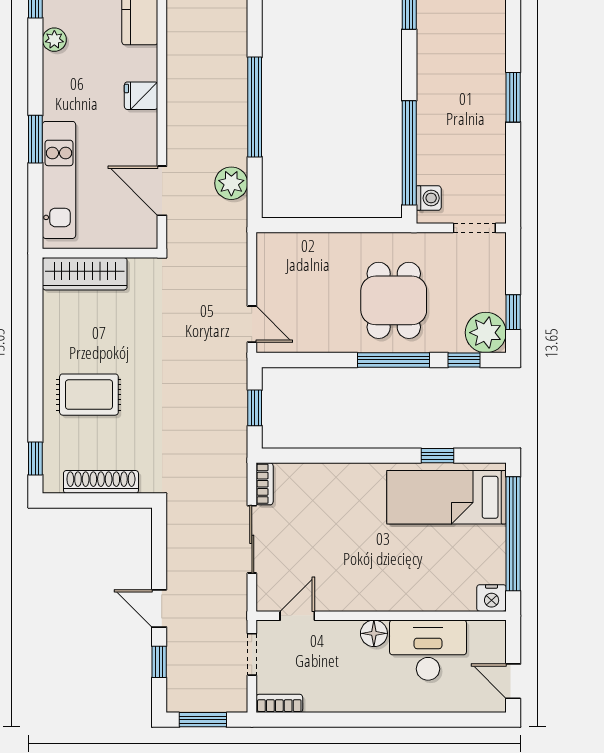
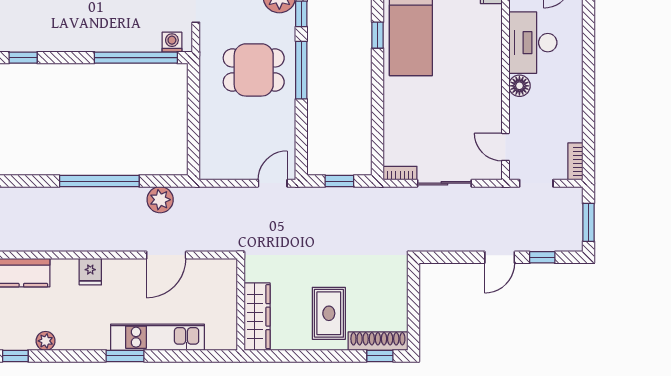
wall: (100, 253) -> (241, 304), moved
wardrobe: (85, 274) -> (257, 317), moved
shoe rack: (101, 482) -> (378, 341), moved, turned 90

